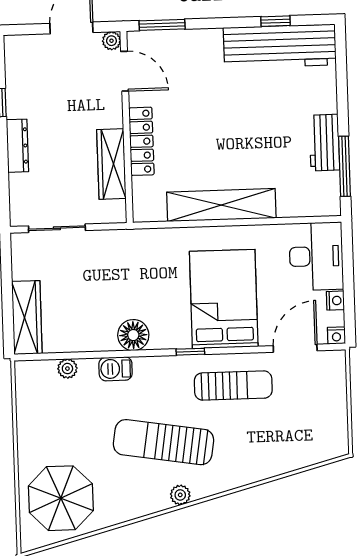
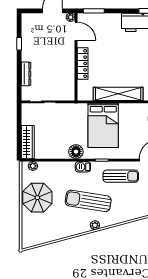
dresser: (17, 146) -> (26, 74), moved
wardrobe: (111, 164) -> (69, 73), removed
bed: (224, 299) -> (103, 125), moved, turned 180
plant: (67, 369) -> (33, 166), moved
barbecue: (116, 369) -> (83, 167), moved
parasol: (61, 498) -> (37, 198), moved

